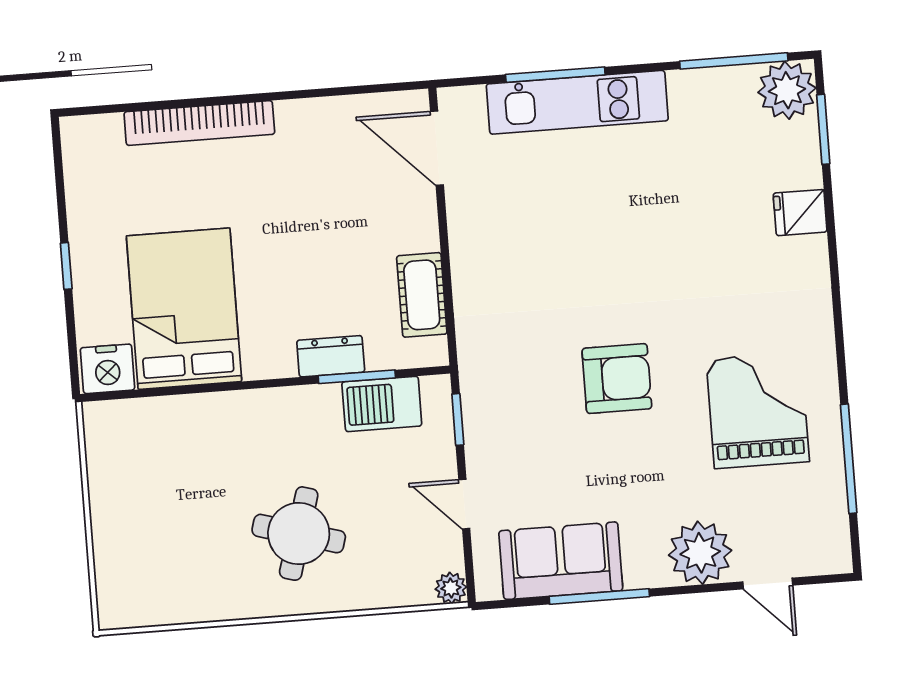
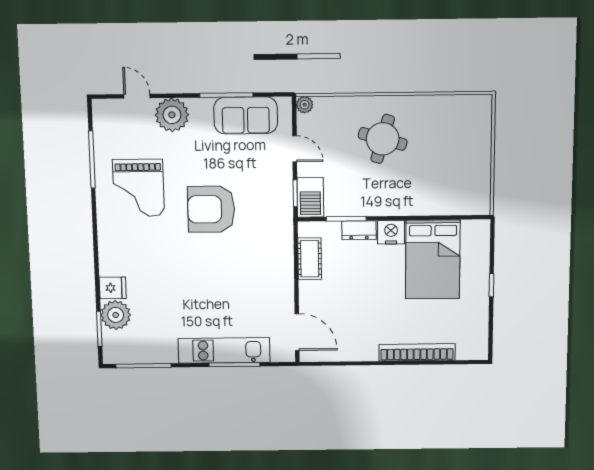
plant: (787, 90) -> (116, 315), moved
nightstand: (108, 369) -> (391, 232), moved
armchair: (617, 379) -> (211, 209), width x1.36, depth x1.36
barbecue: (382, 404) -> (310, 197), moved, turned 90

